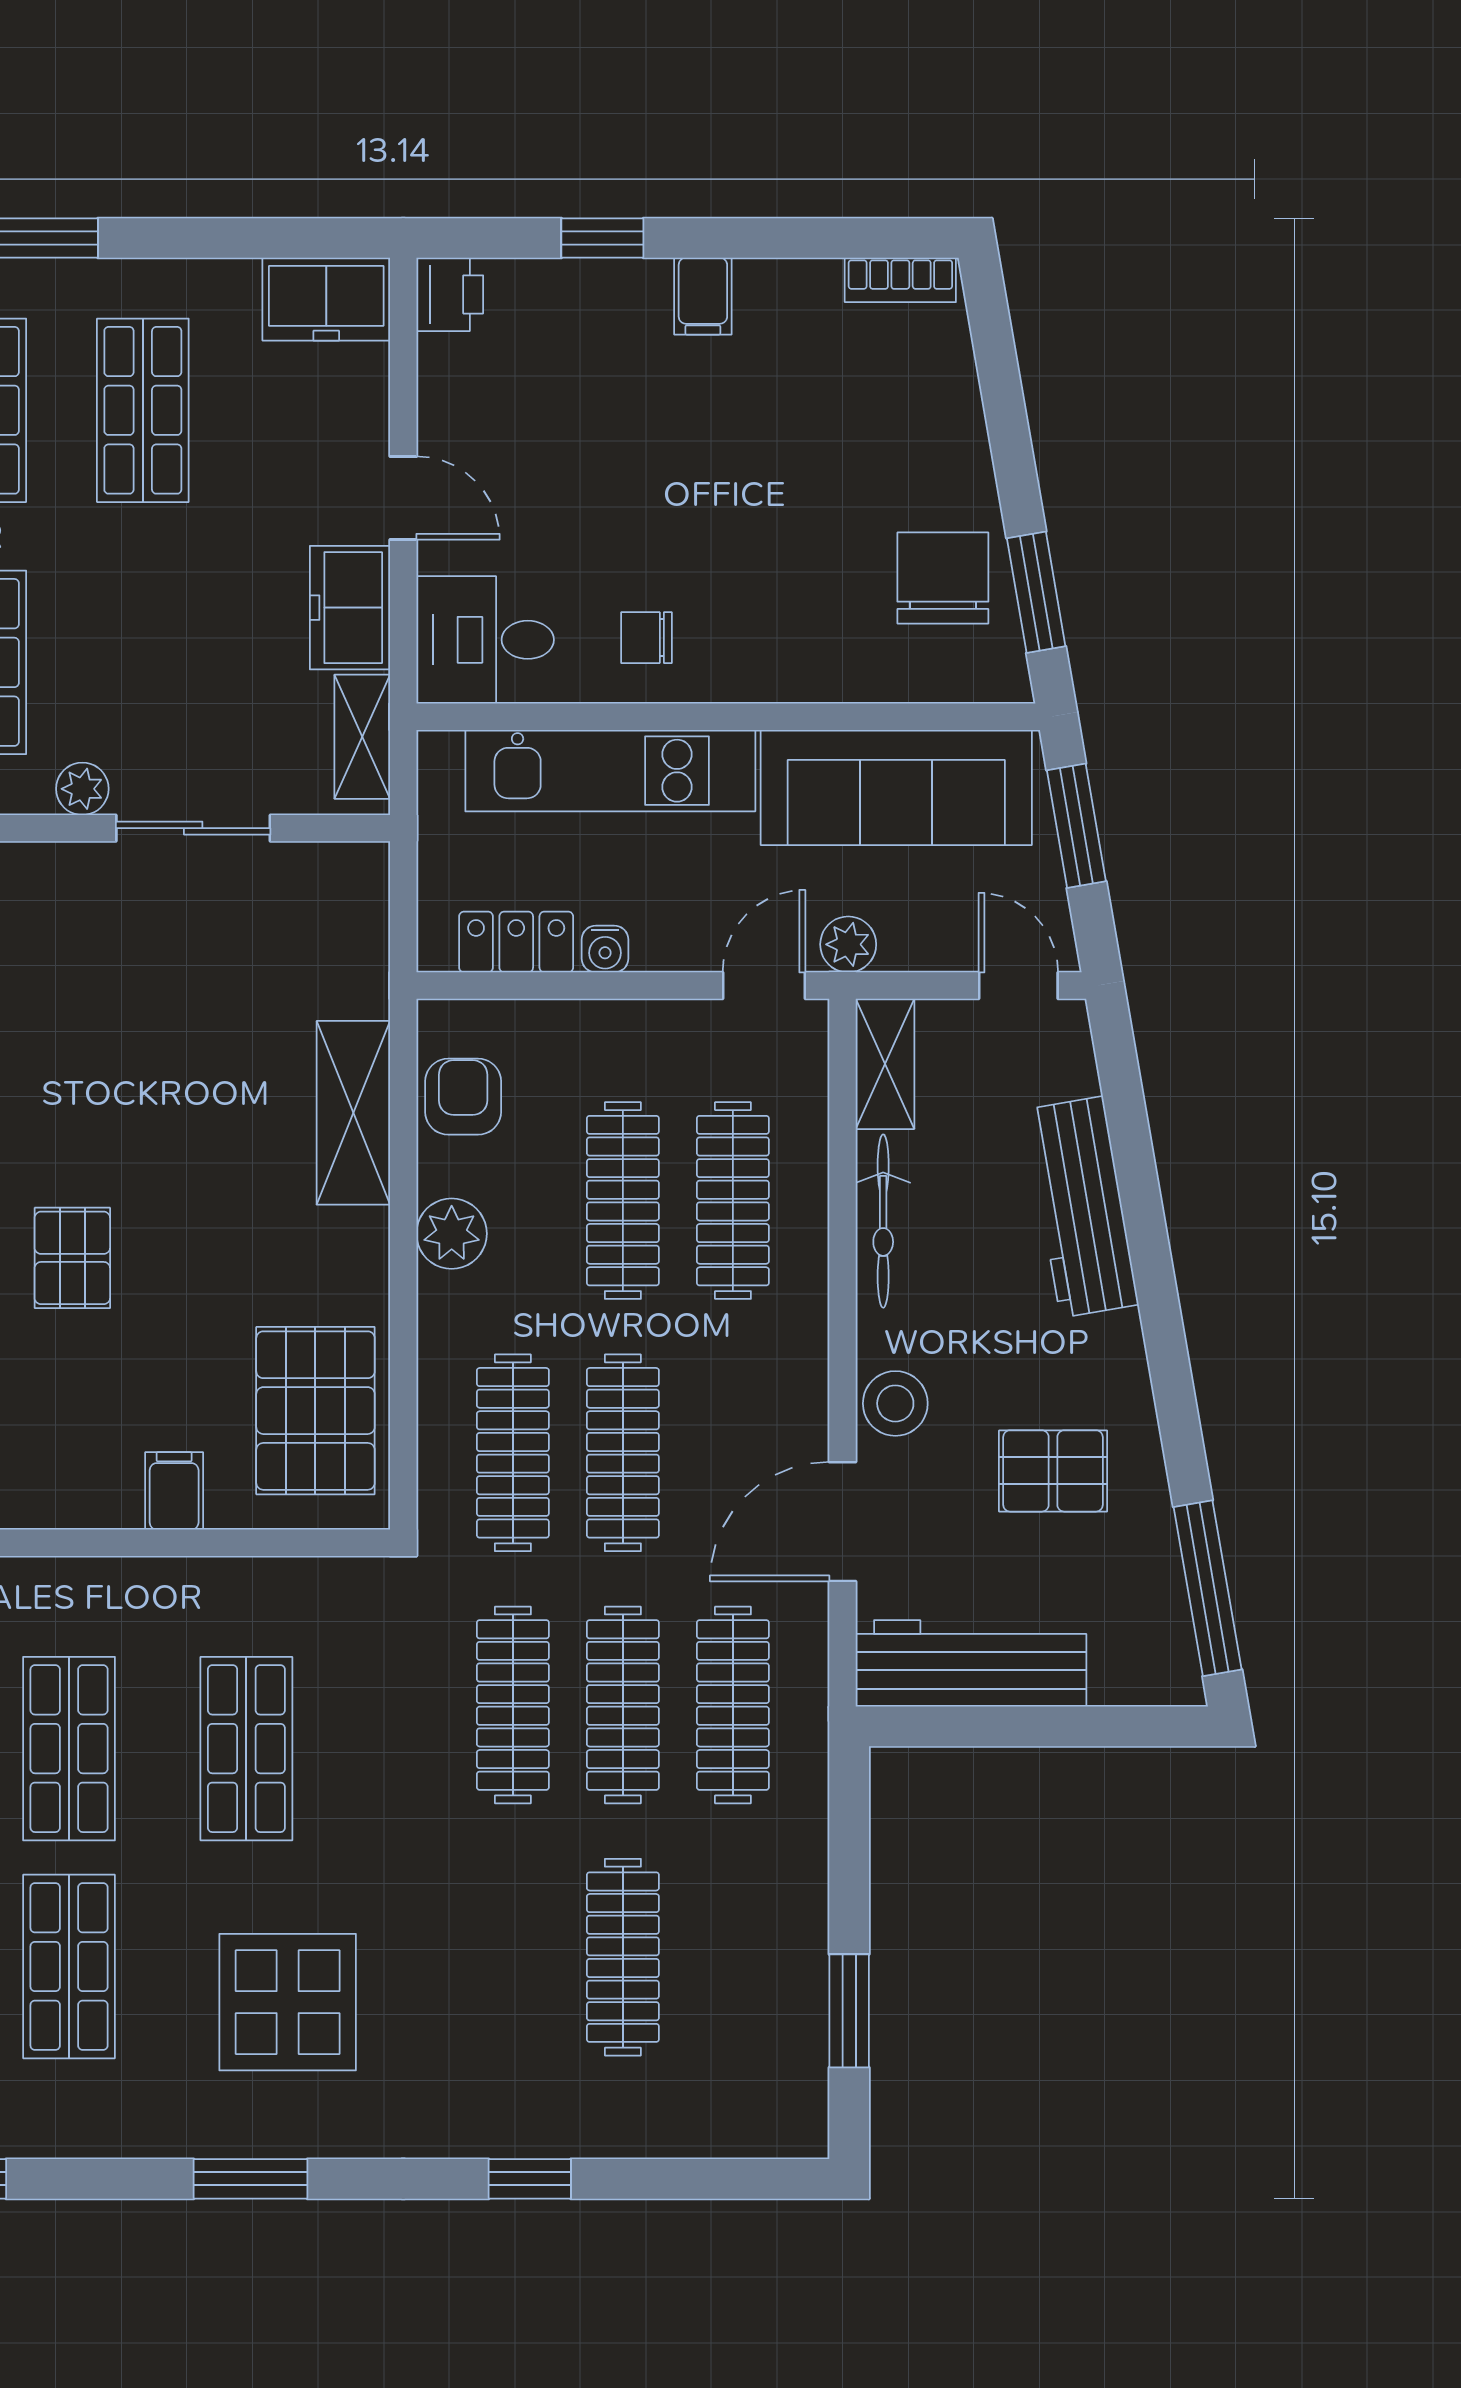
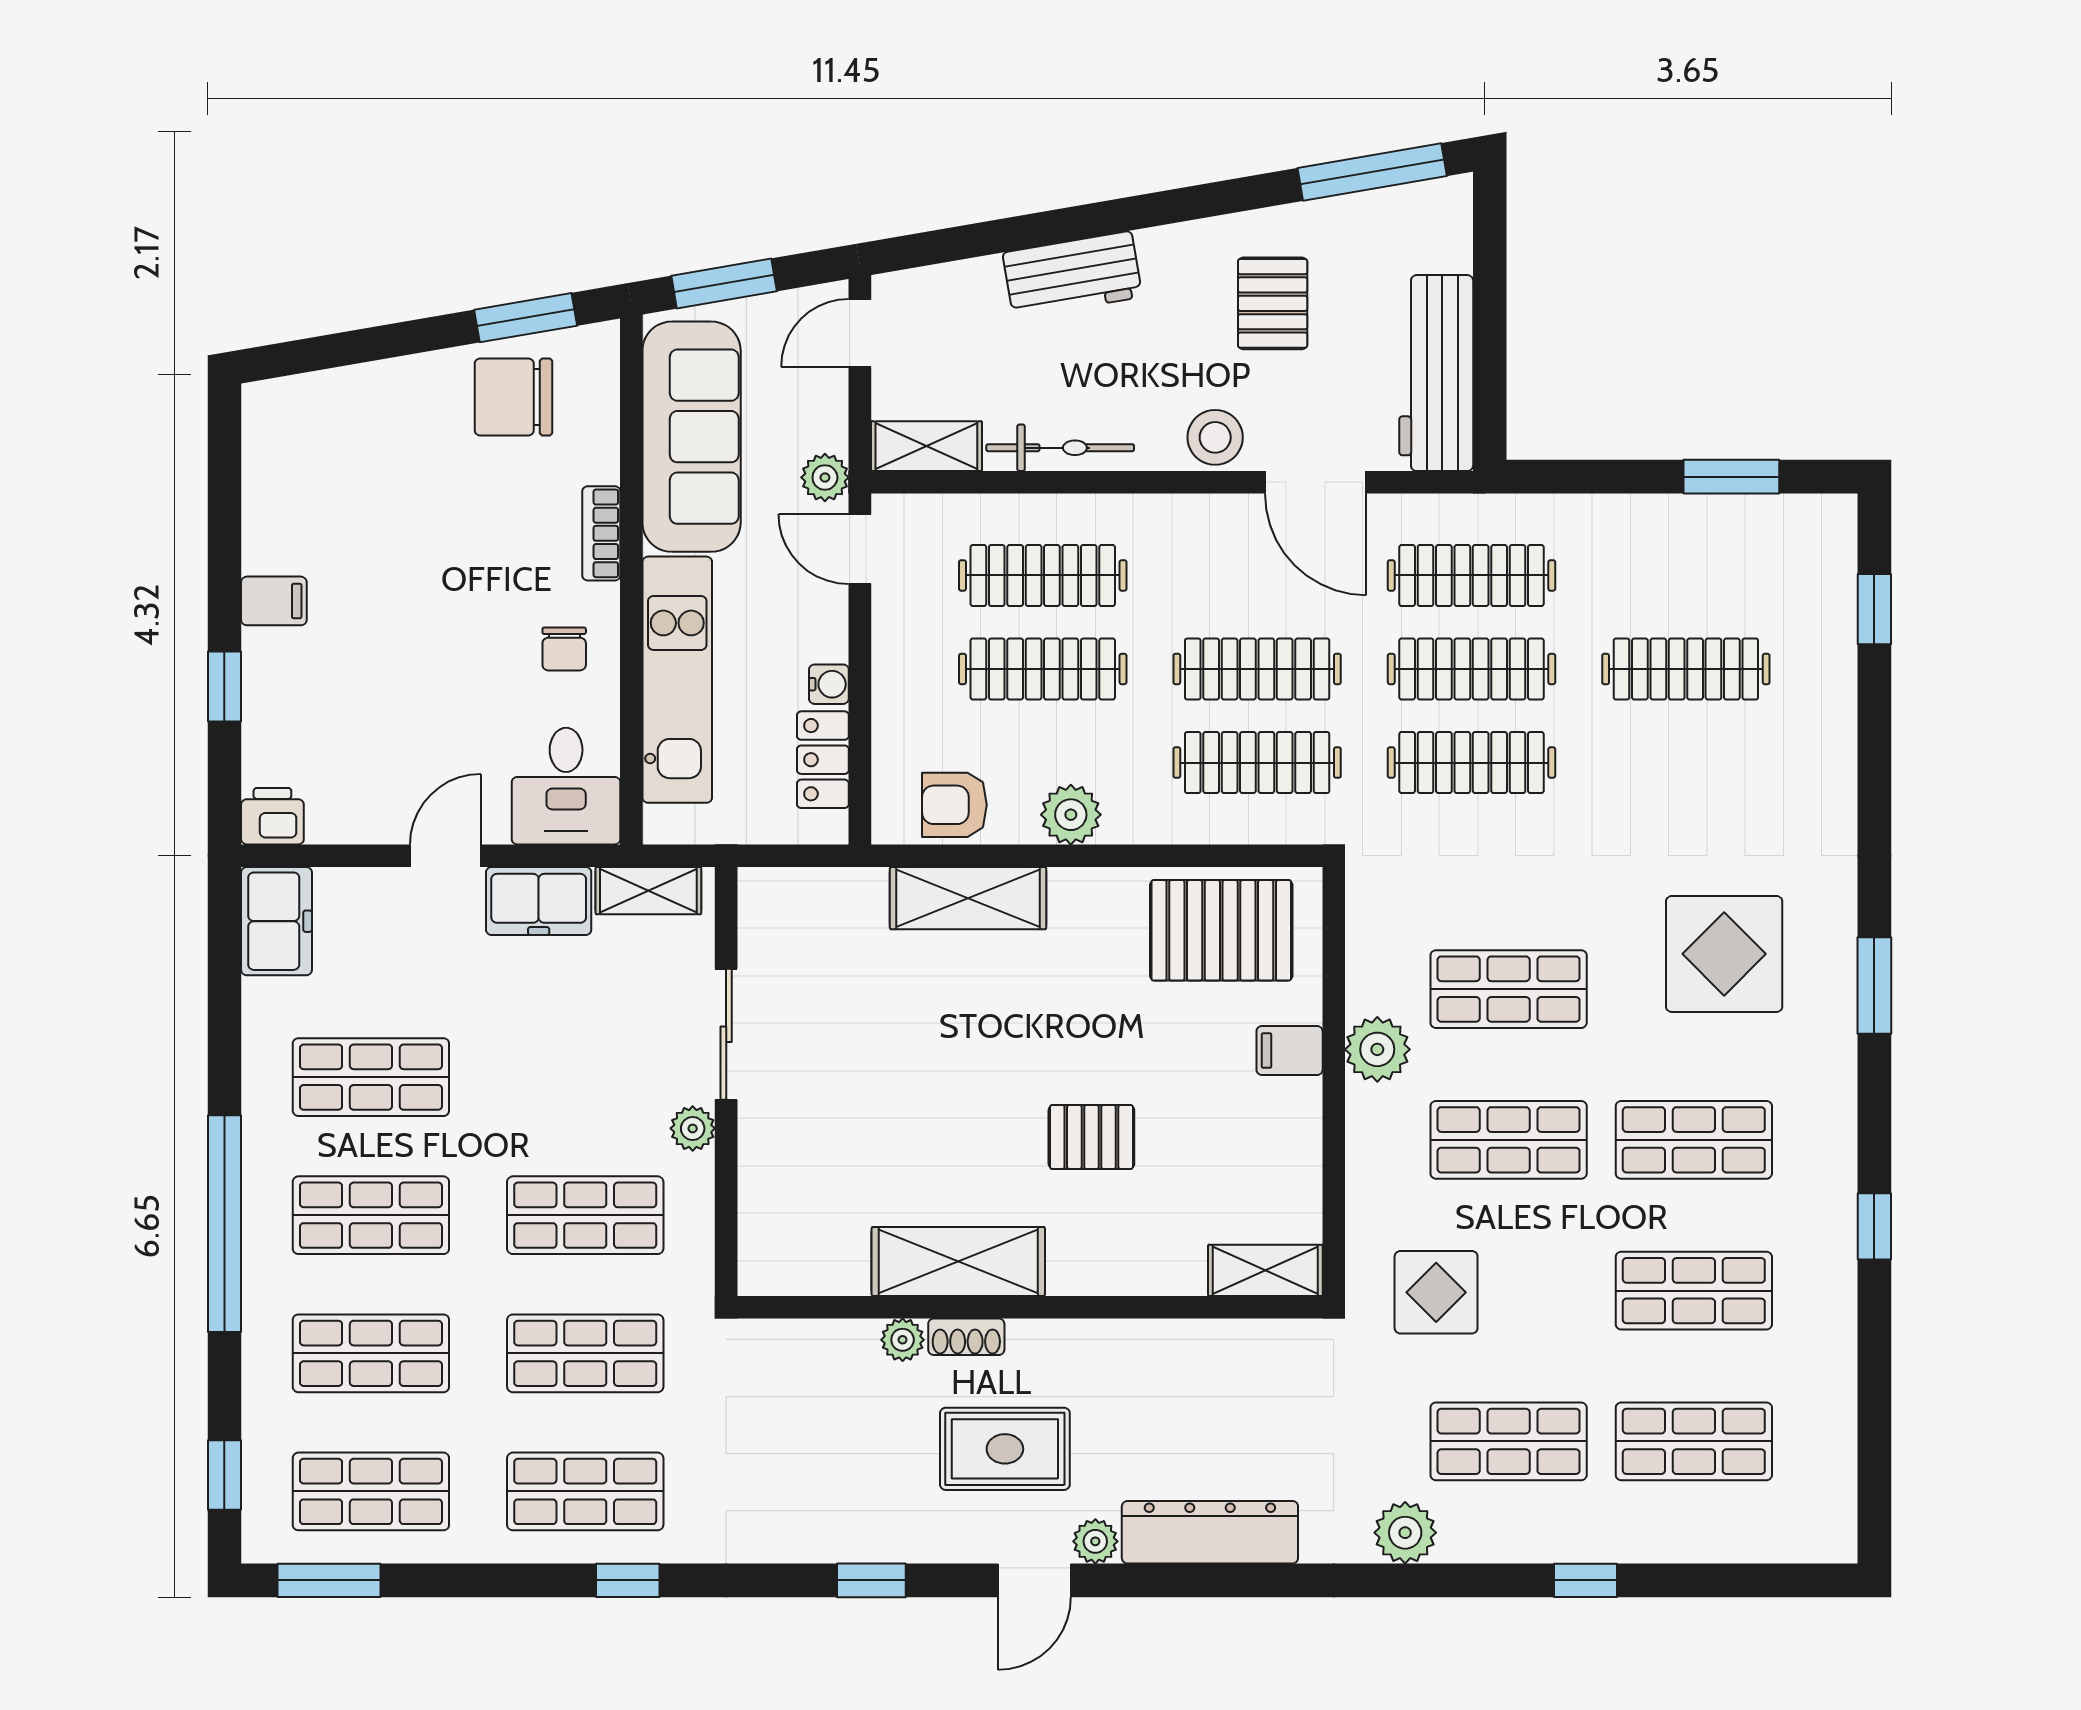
bookcase: (900, 280) -> (601, 533), moved, turned 180
workbench: (1082, 1207) -> (1072, 275), width x0.73
plant: (175, 1594) -> (1377, 1049), added
window: (530, 2179) -> (1874, 609), moved

